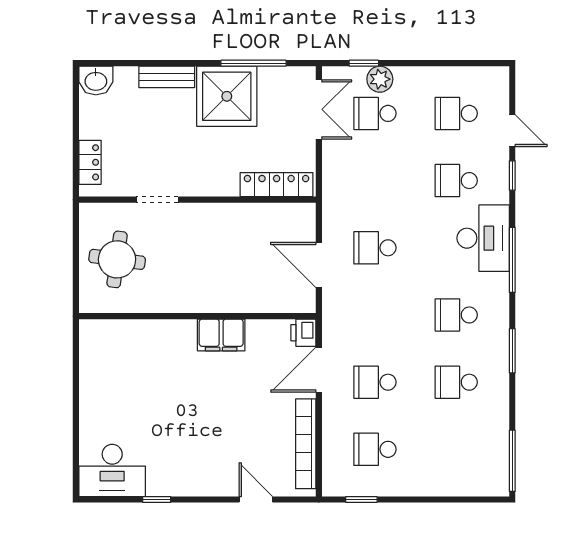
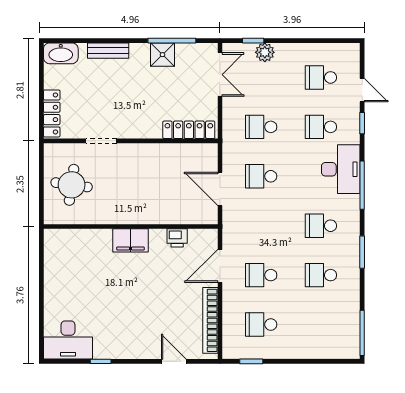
washbasin: (96, 81) -> (61, 53), width x1.38
shower: (227, 96) -> (162, 55), width x0.54, depth x0.54
school desk: (375, 113) -> (261, 127), moved
locker: (90, 162) -> (52, 113), width x1.53
printer: (303, 333) -> (177, 238), moved, turned -90
filing cabinet: (221, 335) -> (130, 240), moved

